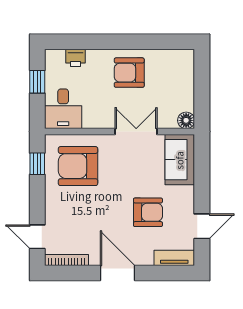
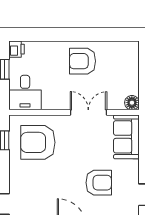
printer: (76, 58) -> (16, 49), moved, turned -90

